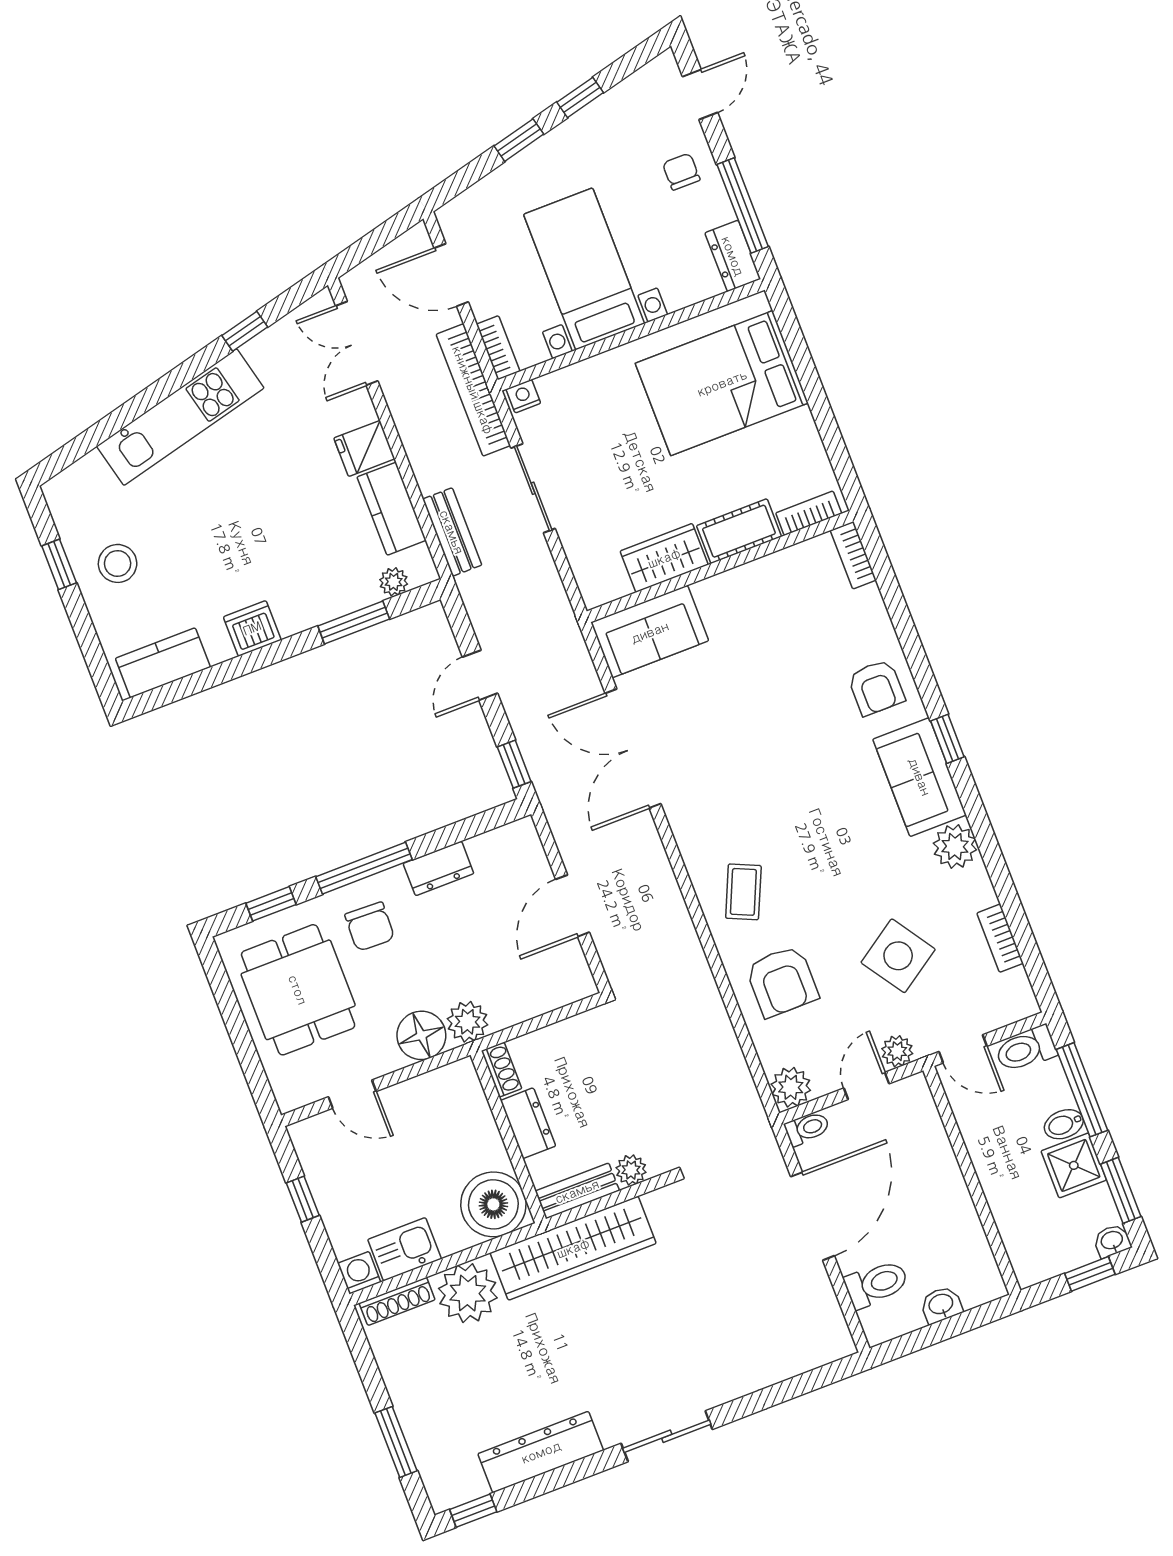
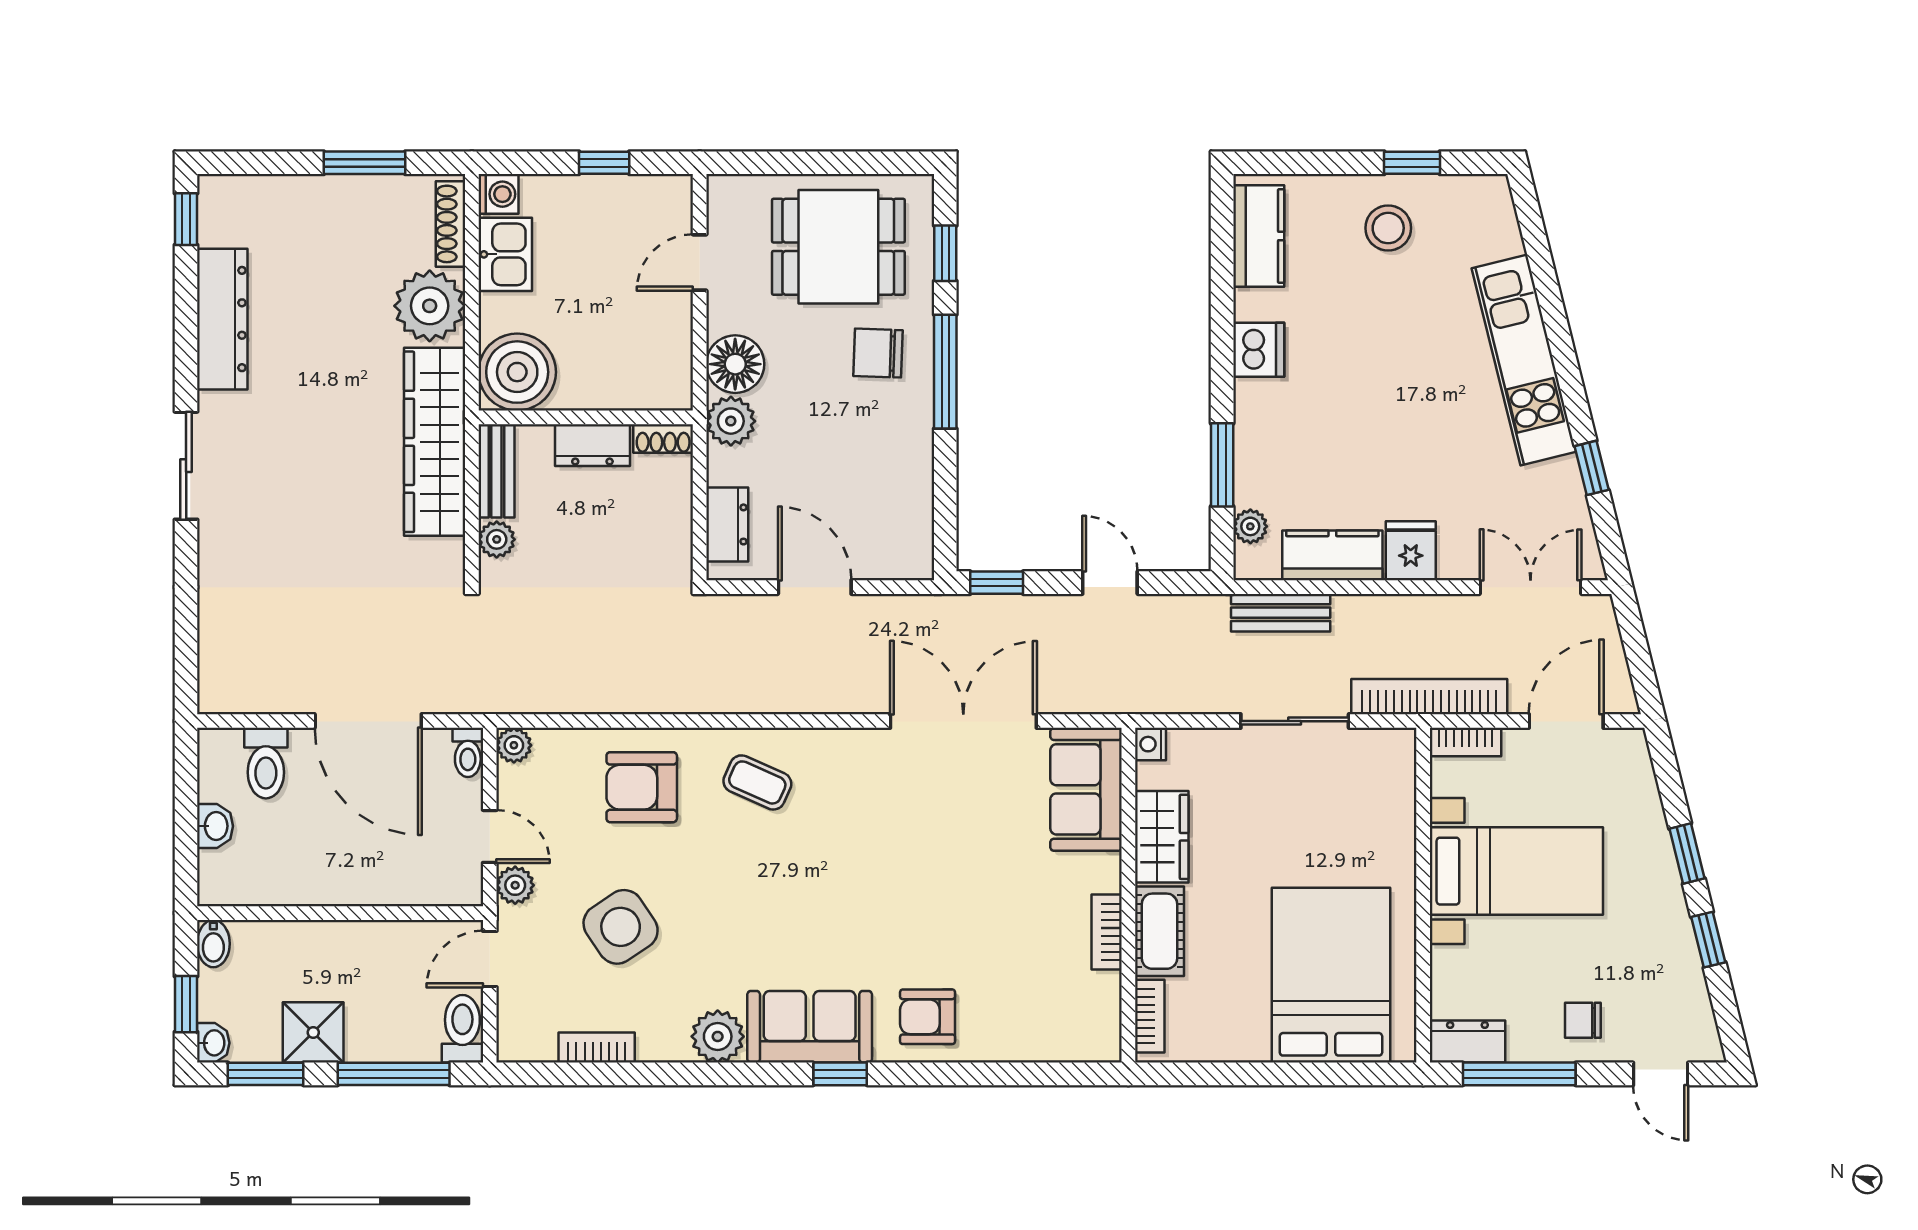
chair: (681, 172) -> (1583, 1020), turned 180
nightstand: (523, 396) -> (1150, 744), moved, turned 180
bookcase: (853, 555) -> (1107, 932), moved, turned -90
dresser: (438, 868) -> (727, 524), moved, turned 180
plant: (791, 1087) -> (514, 745), width x0.73, depth x0.73
bidet: (1064, 1124) -> (213, 944), moved, turned 180
window: (396, 1442) -> (364, 163), moved

